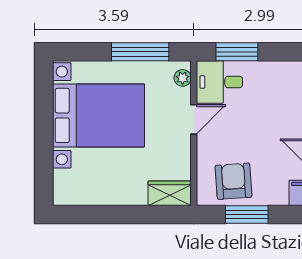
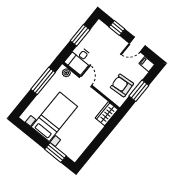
window: (237, 52) -> (80, 35), moved
bed with nightstands: (99, 115) -> (54, 117), width x0.73
window: (44, 162) -> (55, 153), added

